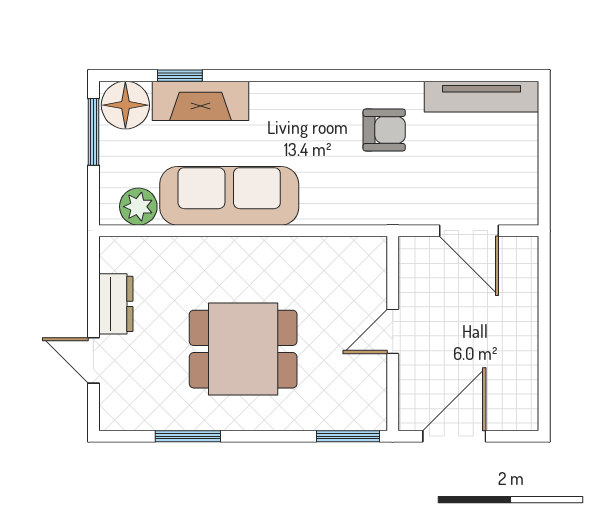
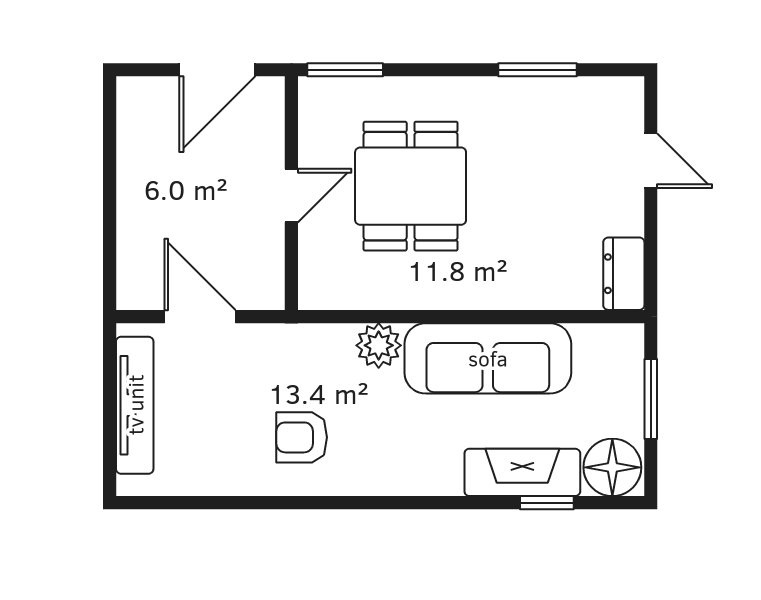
tv unit: (482, 97) -> (135, 405), moved, turned 90
window: (93, 132) -> (651, 399), moved
plant: (138, 207) -> (379, 345), moved
dresser: (116, 304) -> (624, 274), moved
dining table: (243, 349) -> (411, 186), moved, turned 90

